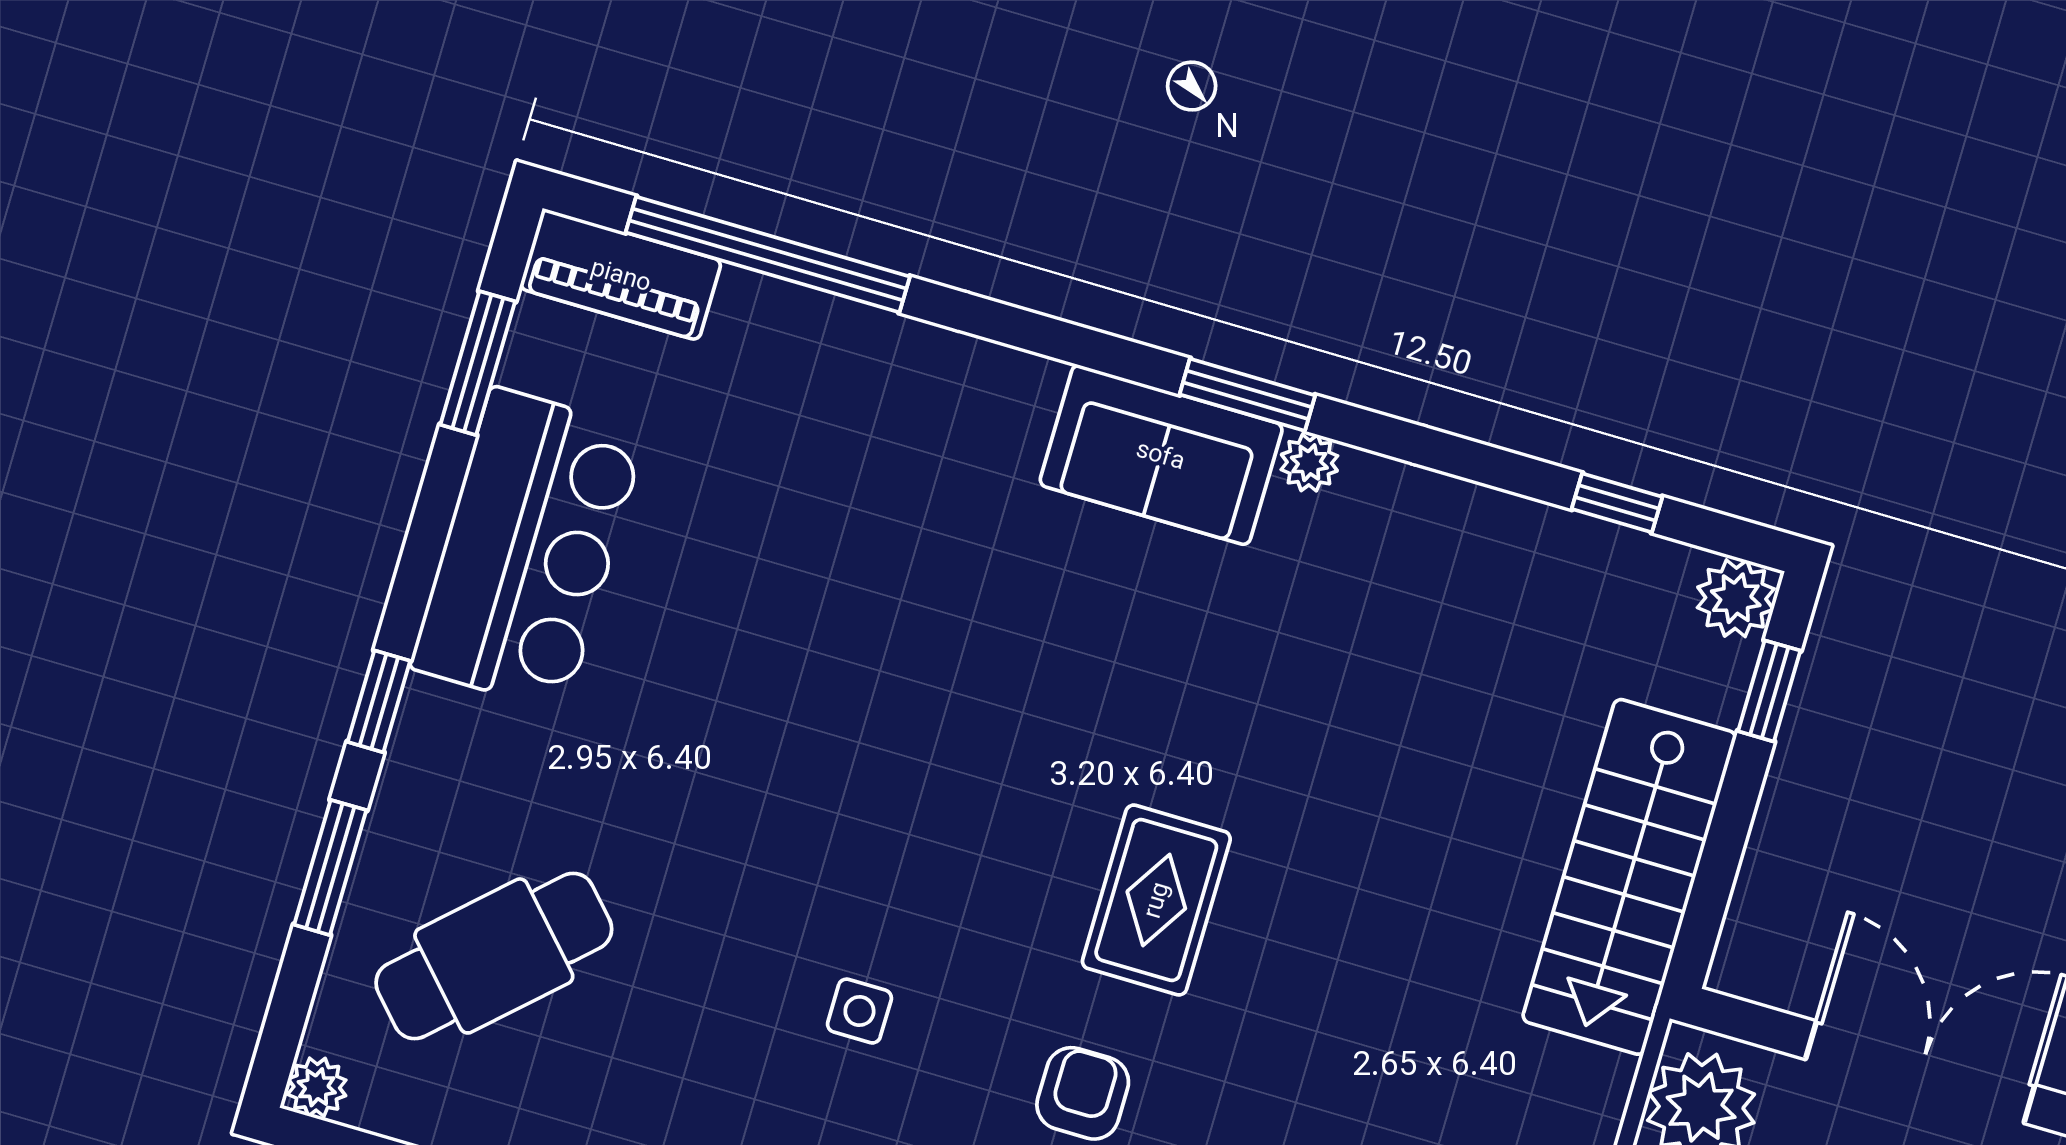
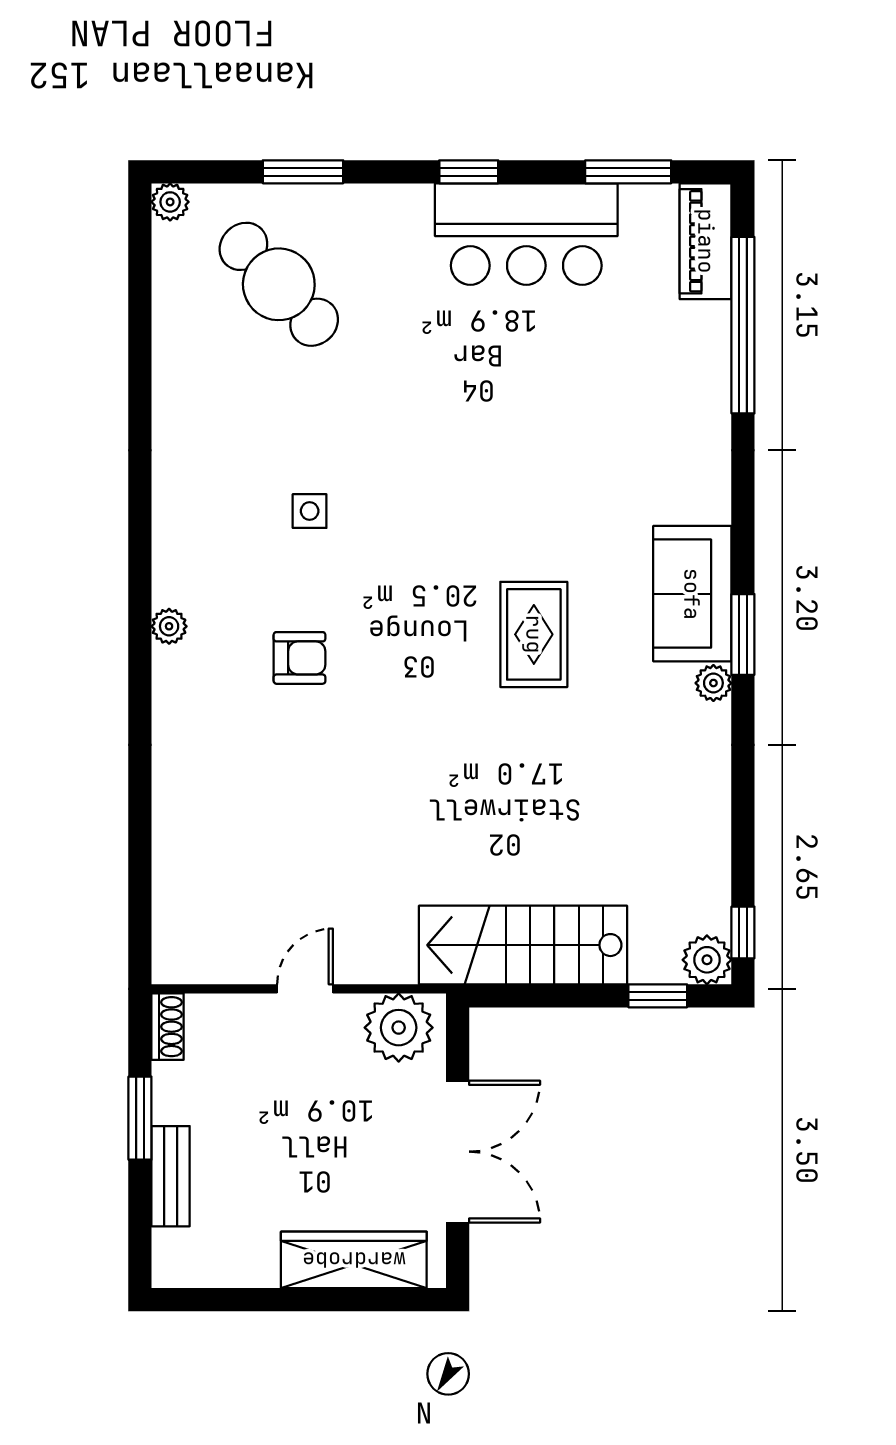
window: (1617, 503) -> (743, 932), moved
window: (379, 701) -> (469, 172), moved
rug: (1156, 900) -> (534, 634), moved, turned 90

